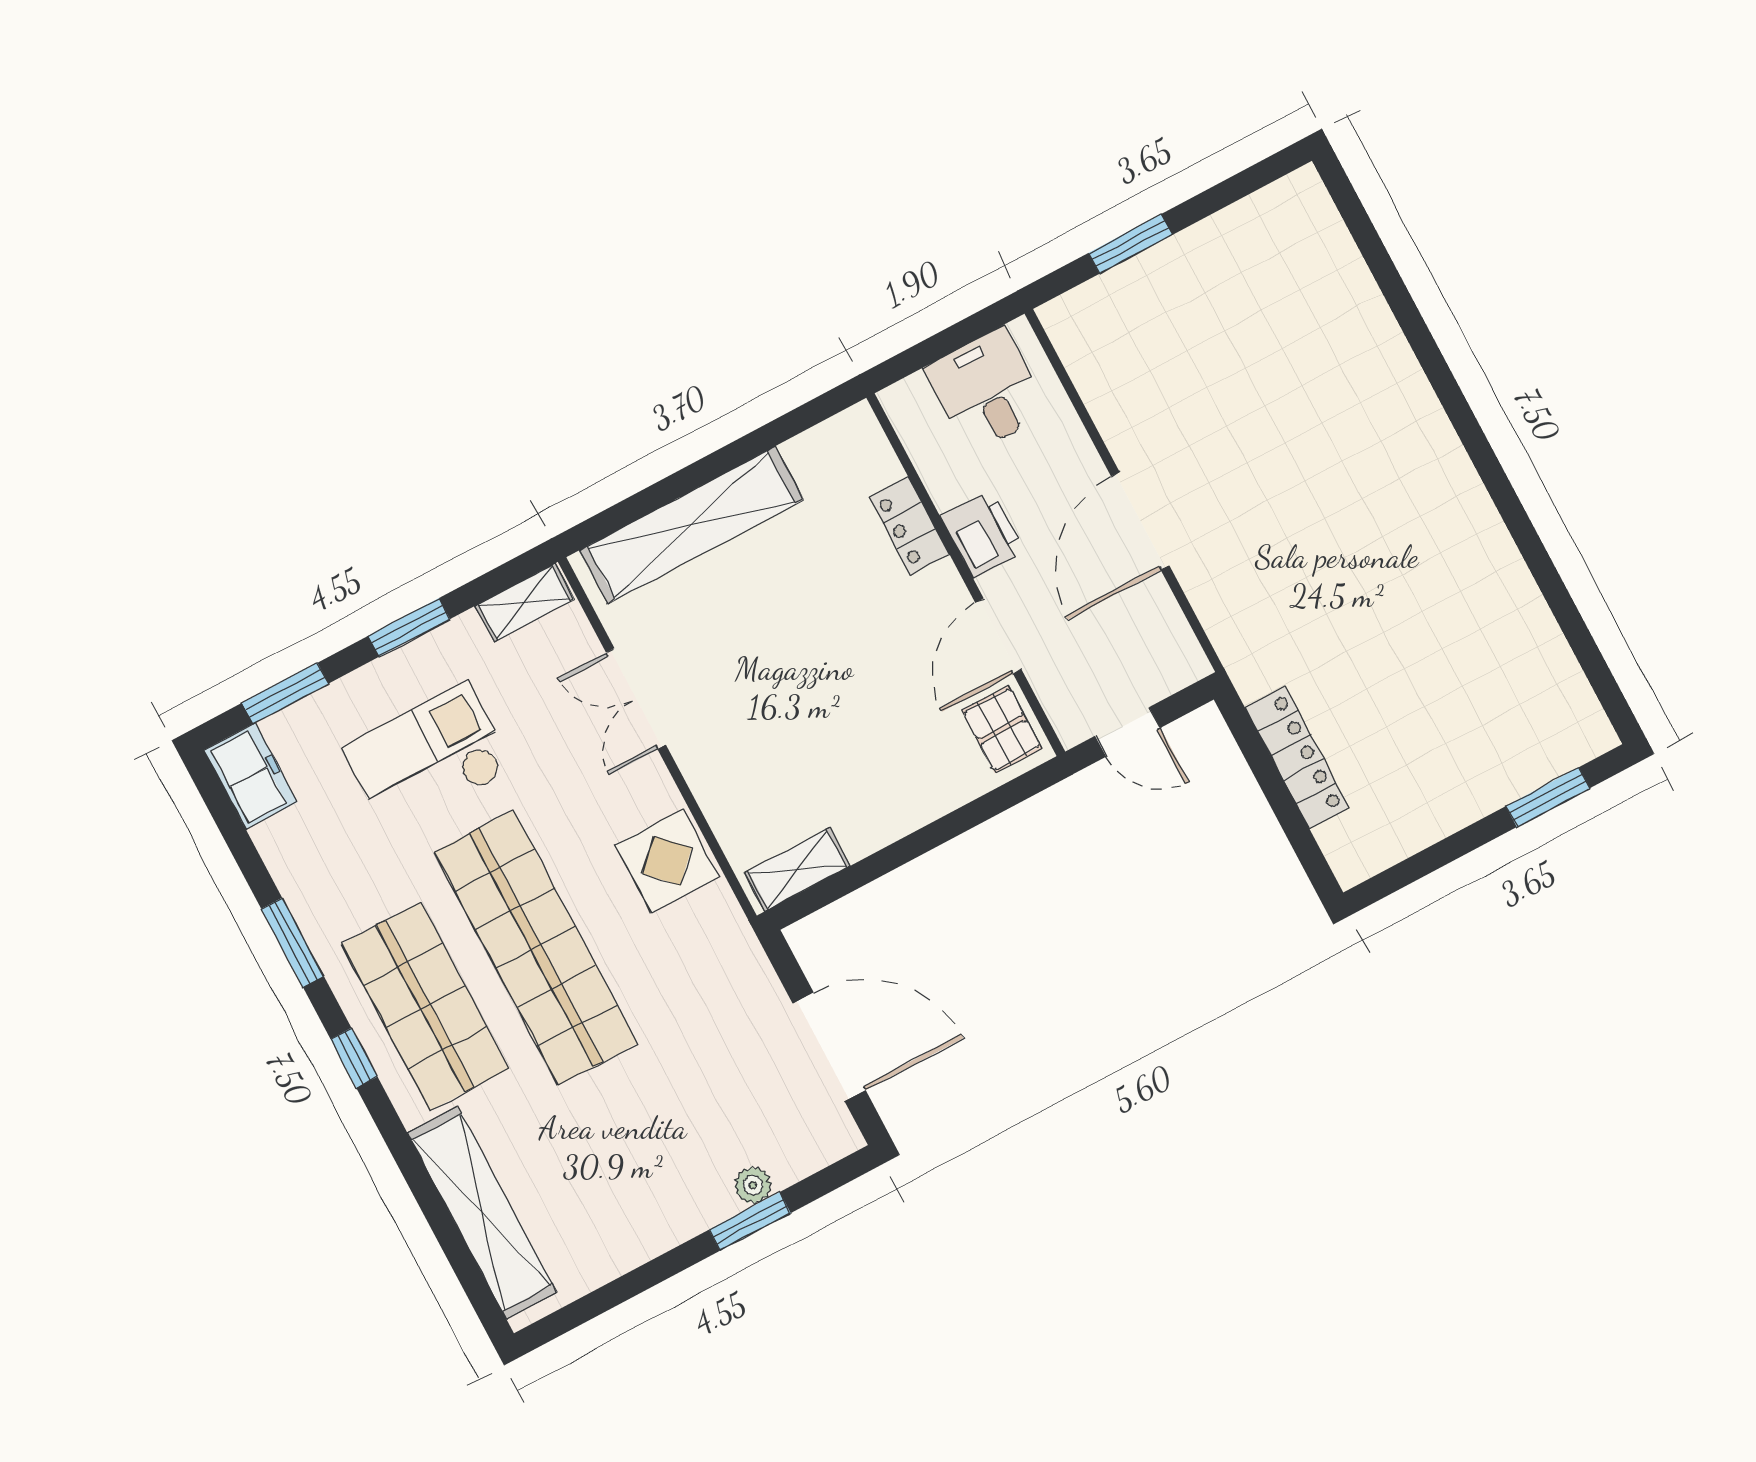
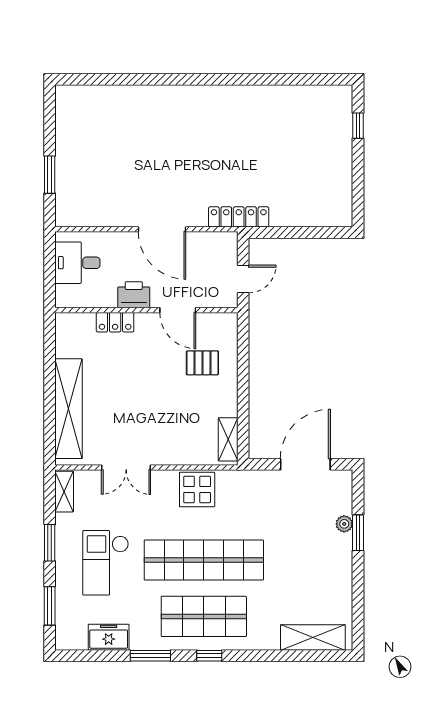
pallet: (1002, 729) -> (202, 363), moved
locker: (1297, 758) -> (239, 217), moved
freezer: (251, 776) -> (109, 637), moved
window: (1548, 797) -> (358, 126), width x0.67
shelving: (482, 1213) -> (313, 637), width x0.68

